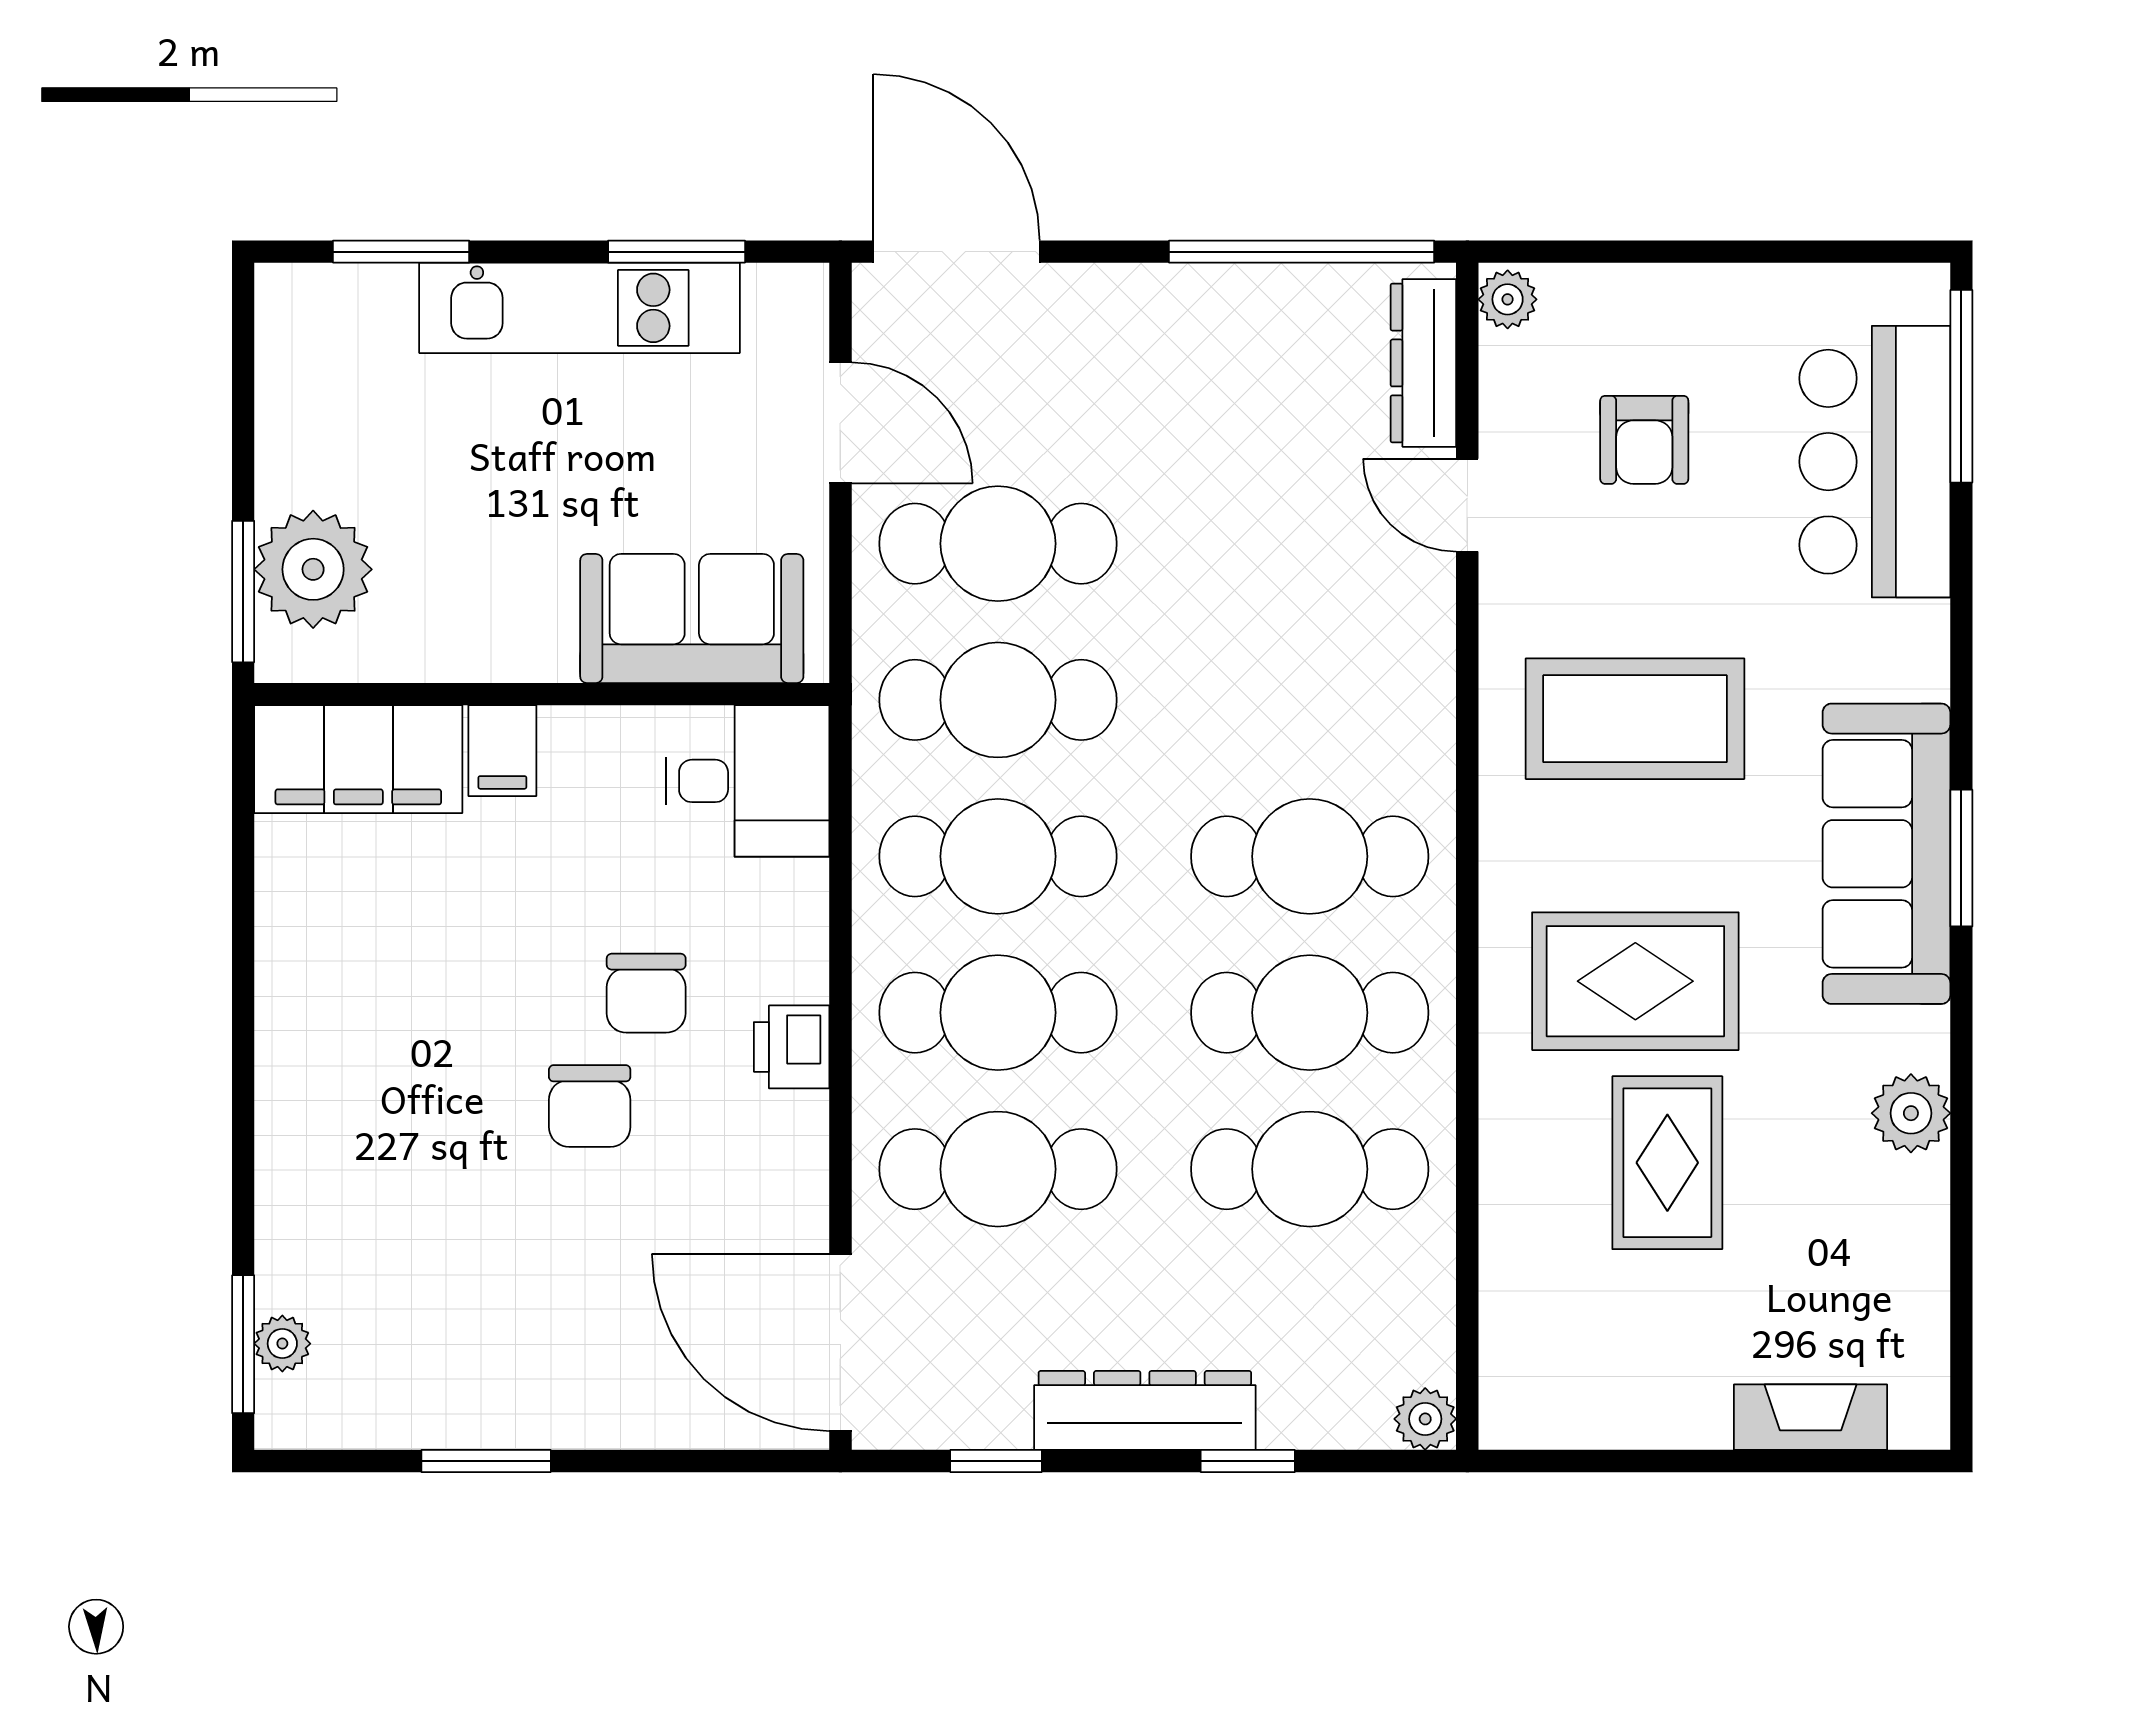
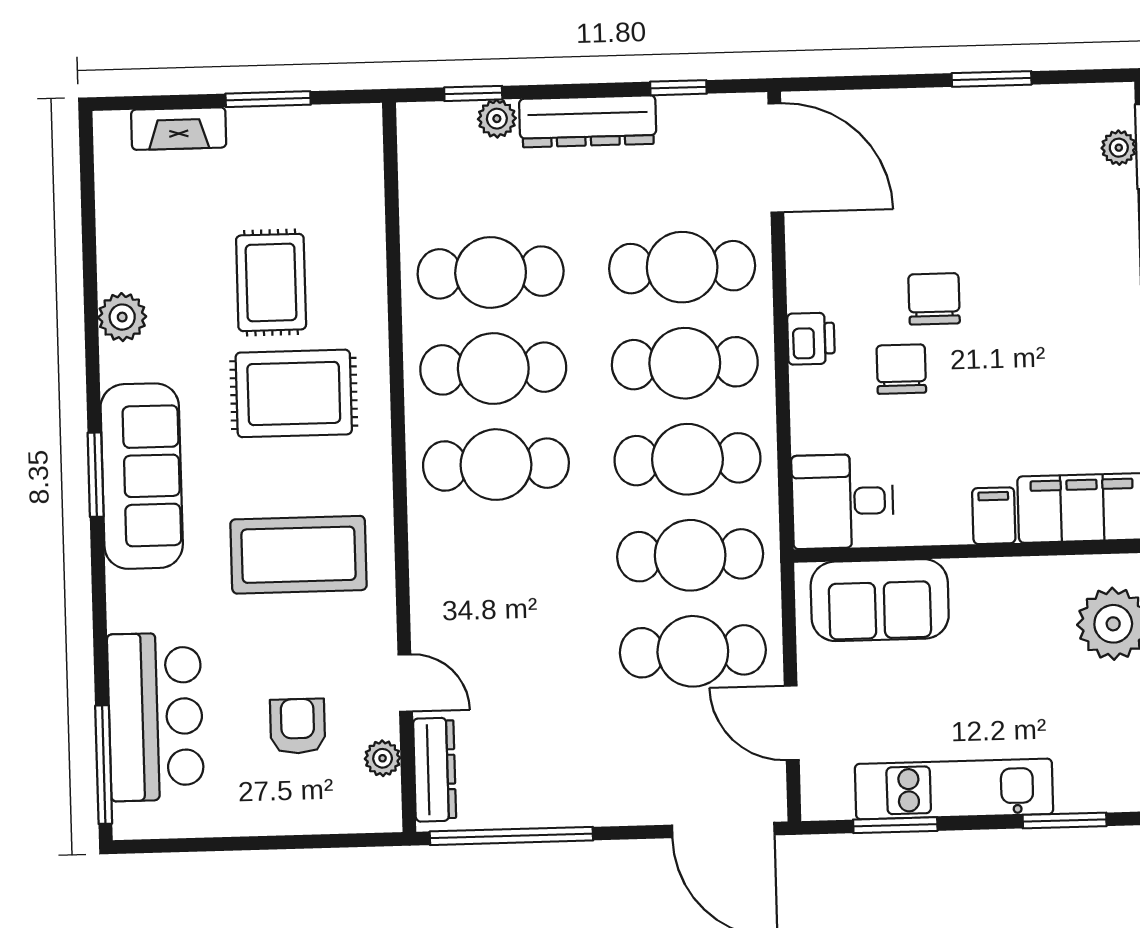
plant: (1508, 299) -> (383, 758), moved
plant: (1425, 1419) -> (497, 119), moved
window: (1248, 1461) -> (473, 93), moved
window: (1664, 1461) -> (268, 99), added

